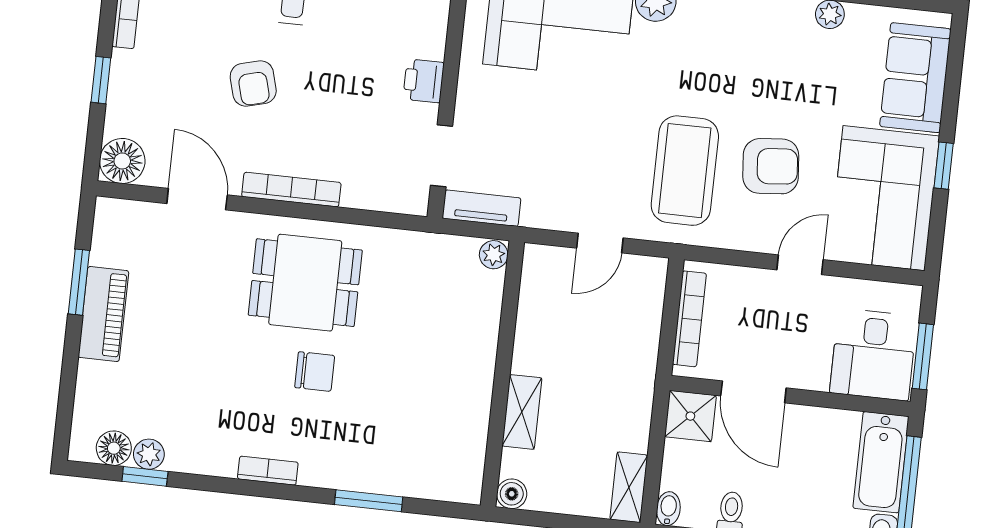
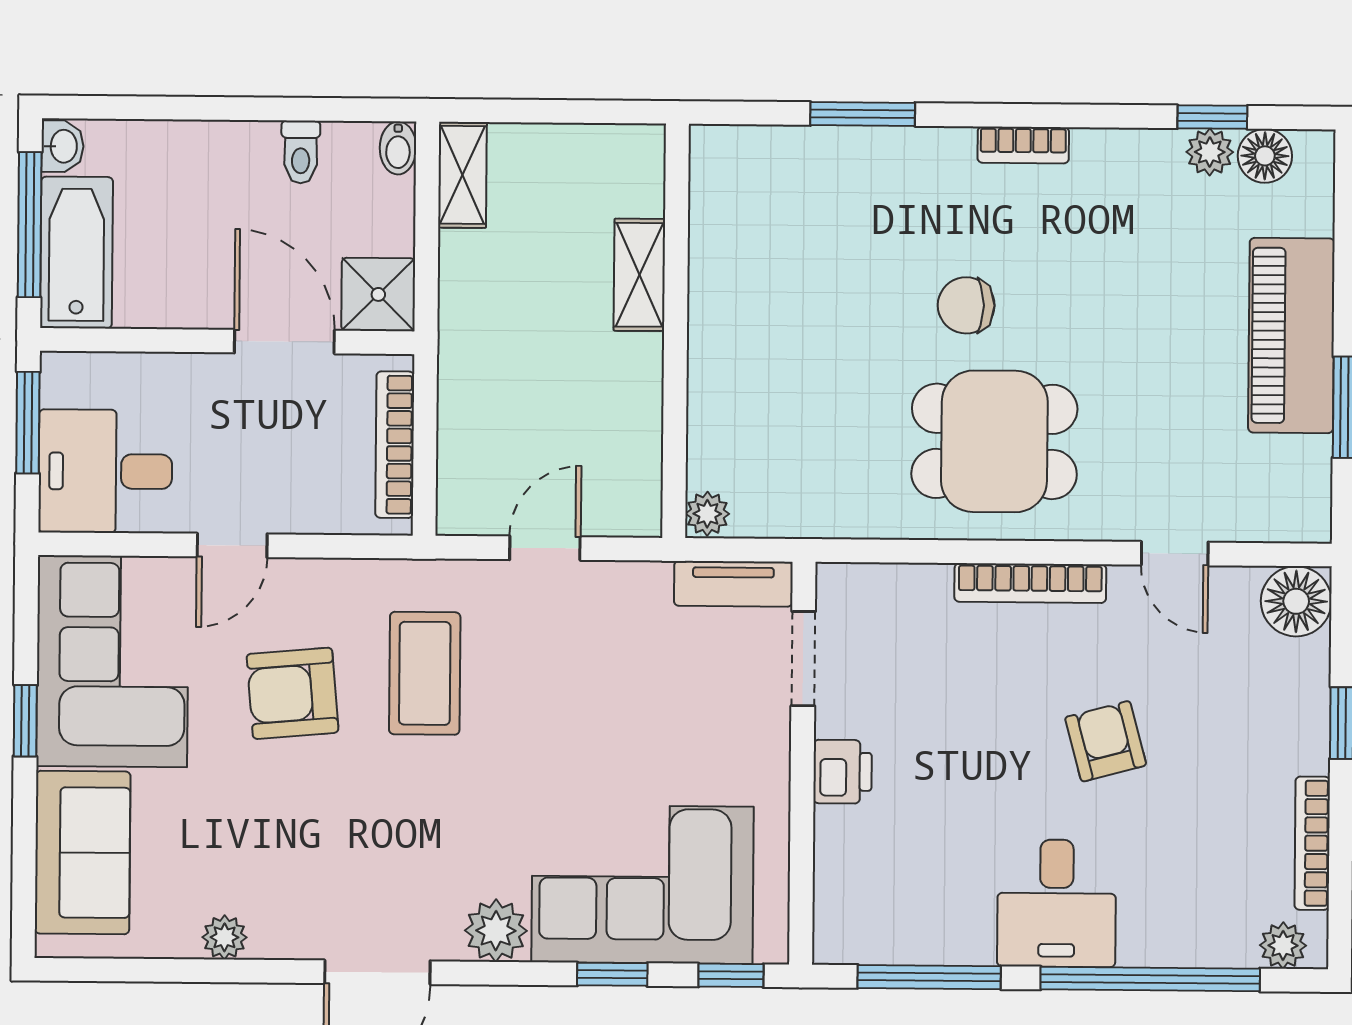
coffee table: (685, 171) -> (425, 673), width x0.73, depth x0.76
door: (197, 199) -> (1175, 554), width x0.73
piano: (103, 314) -> (1291, 336), width x1.37, depth x1.33
desk: (873, 355) -> (105, 471), moved, turned -90
boiler: (512, 494) -> (643, 147), removed

